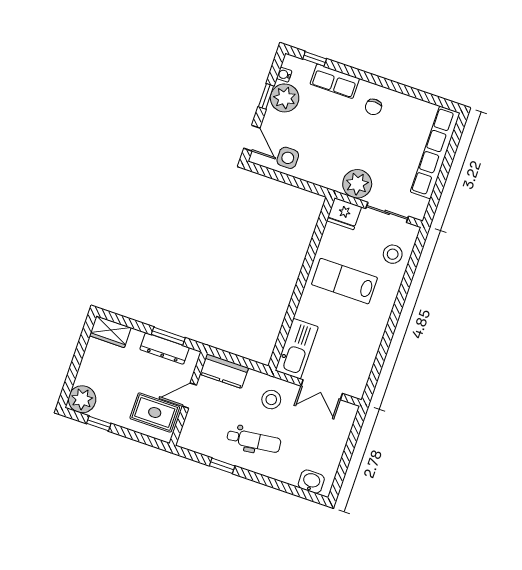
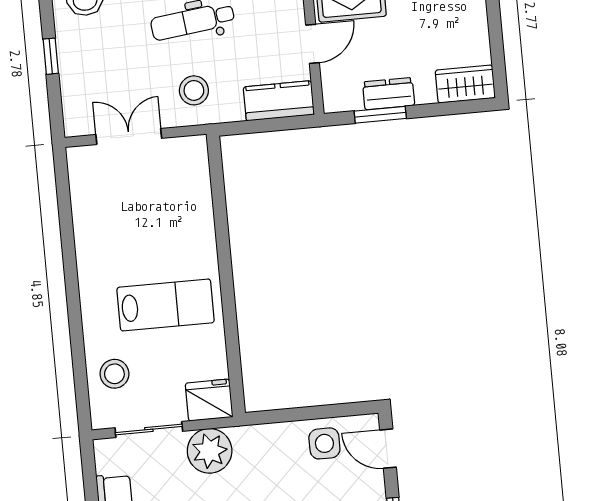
dresser: (164, 349) -> (389, 94), width x0.70
kitchen sink: (297, 349) -> (190, 179), removed
window: (346, 457) -> (51, 56), added

